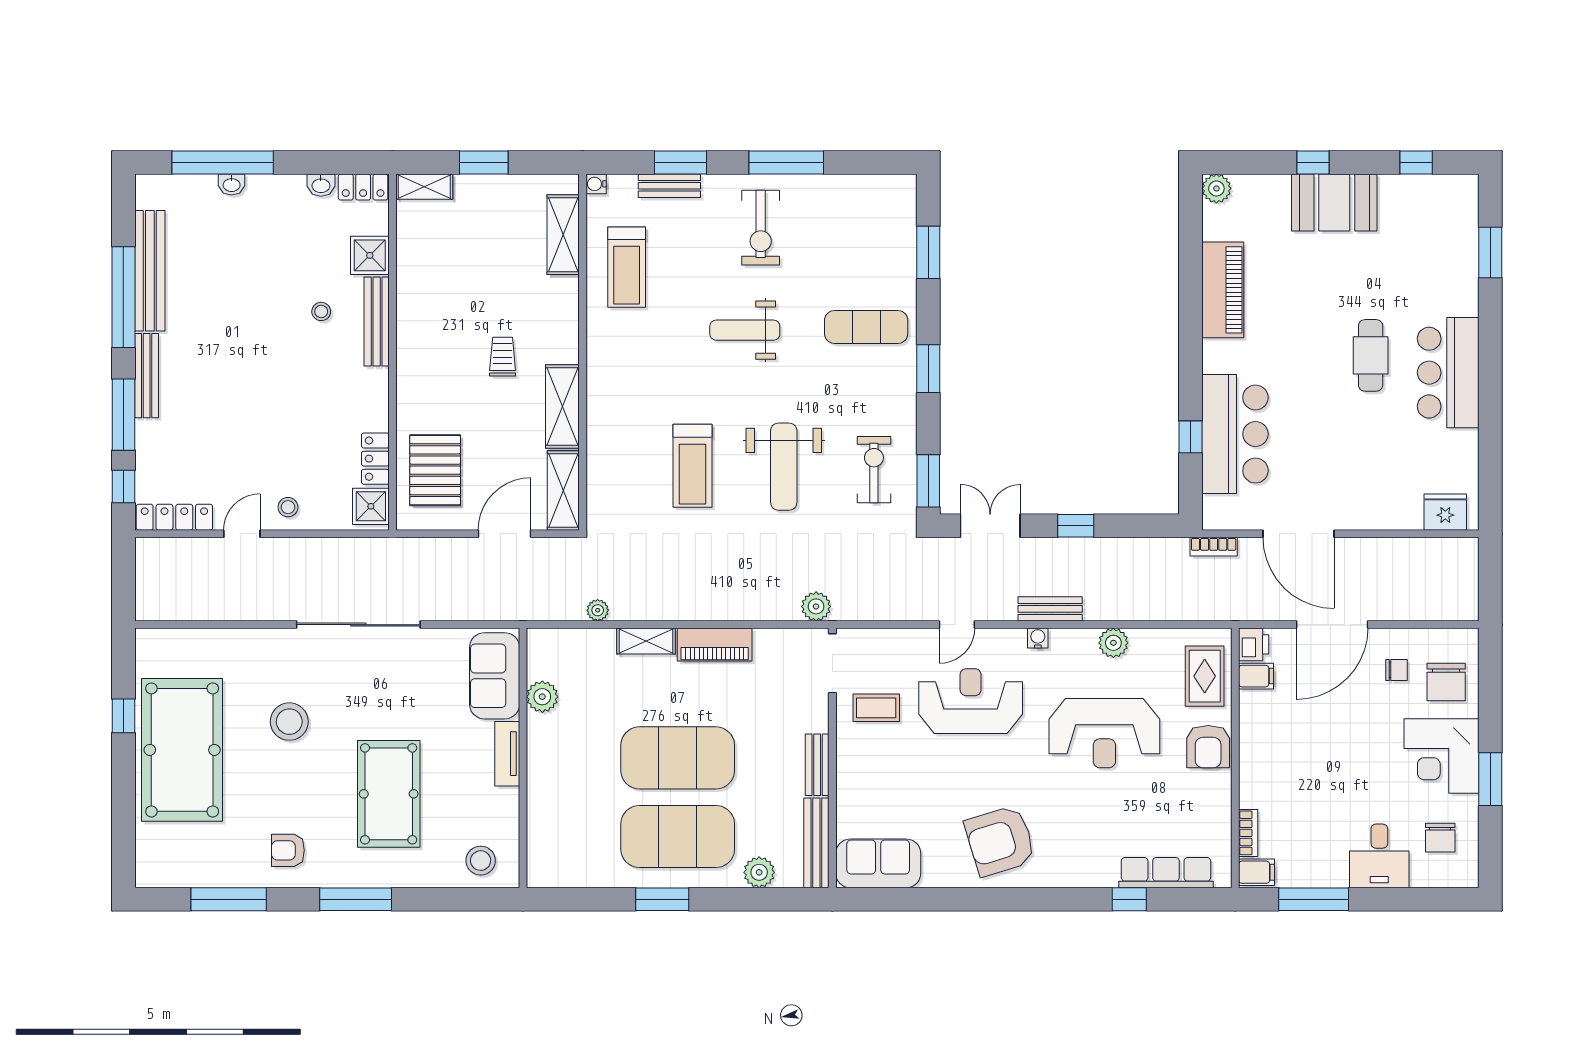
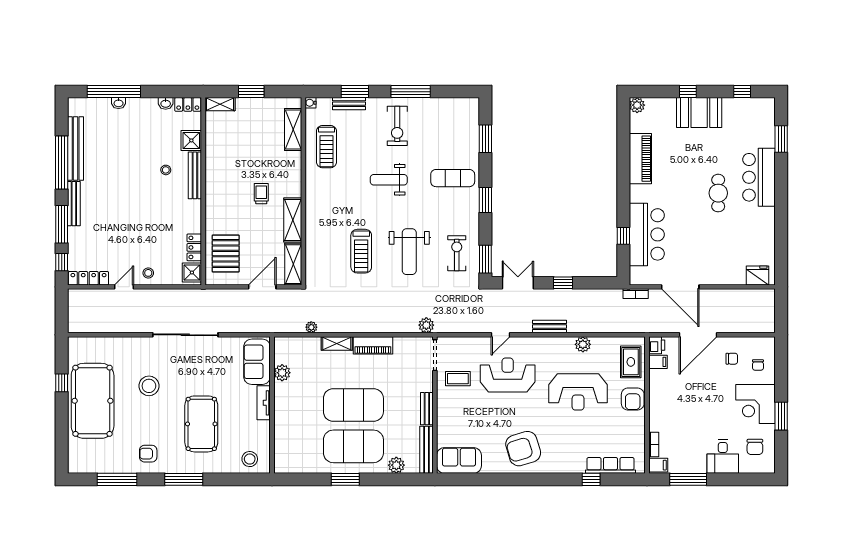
bar counter: (1448, 373) -> (759, 177), moved
water cooler: (1038, 638) -> (543, 342), removed
chair: (1446, 682) -> (758, 365), width x0.54, depth x0.54

